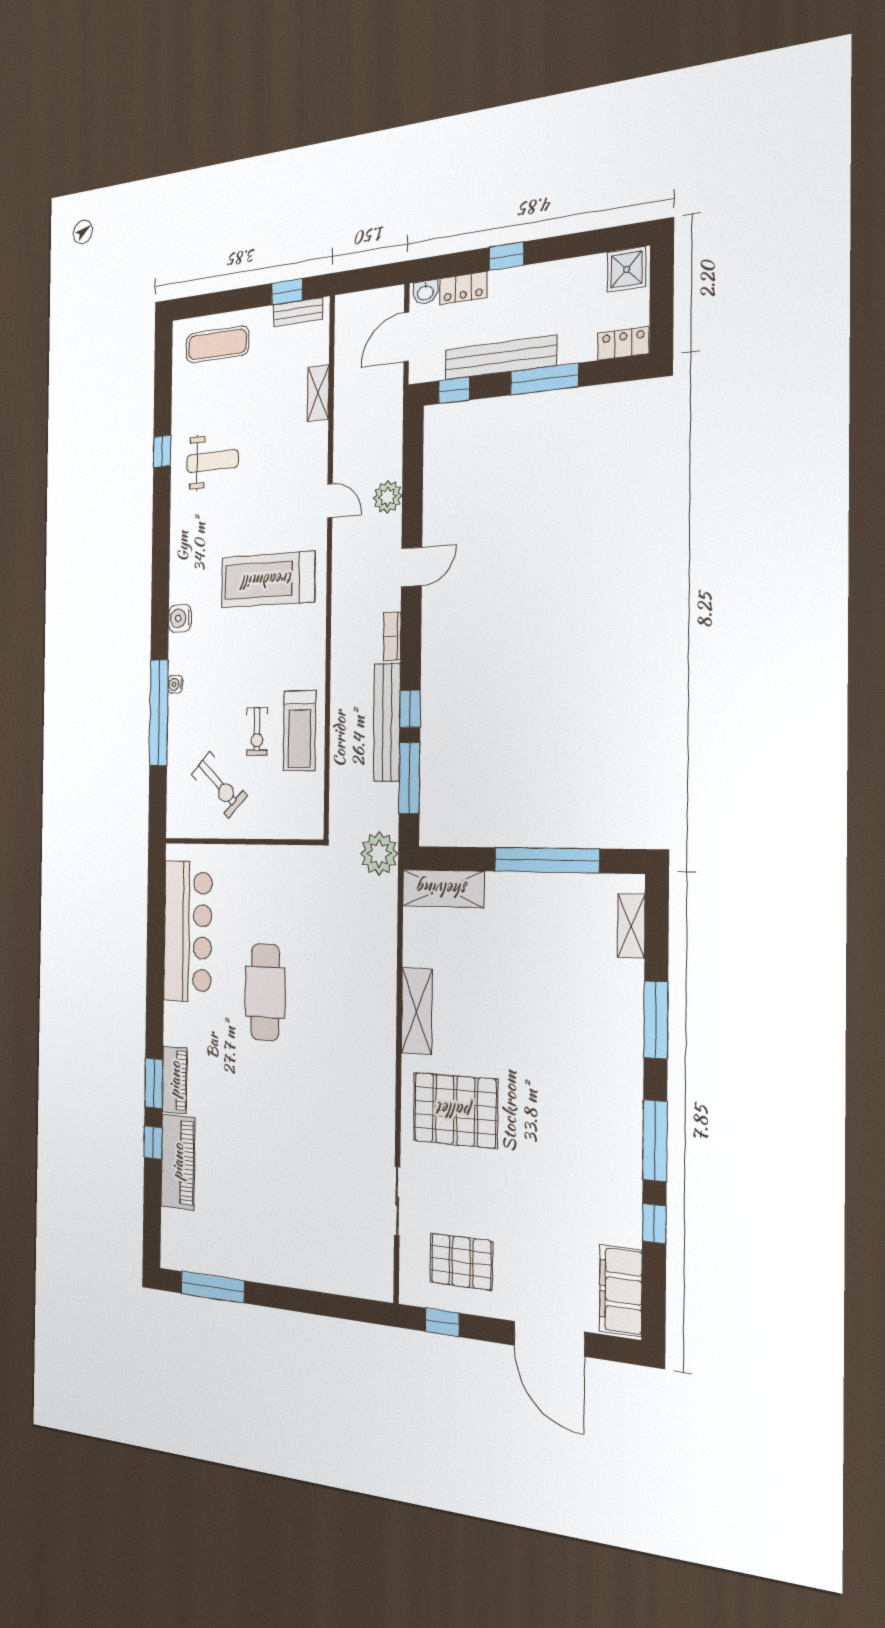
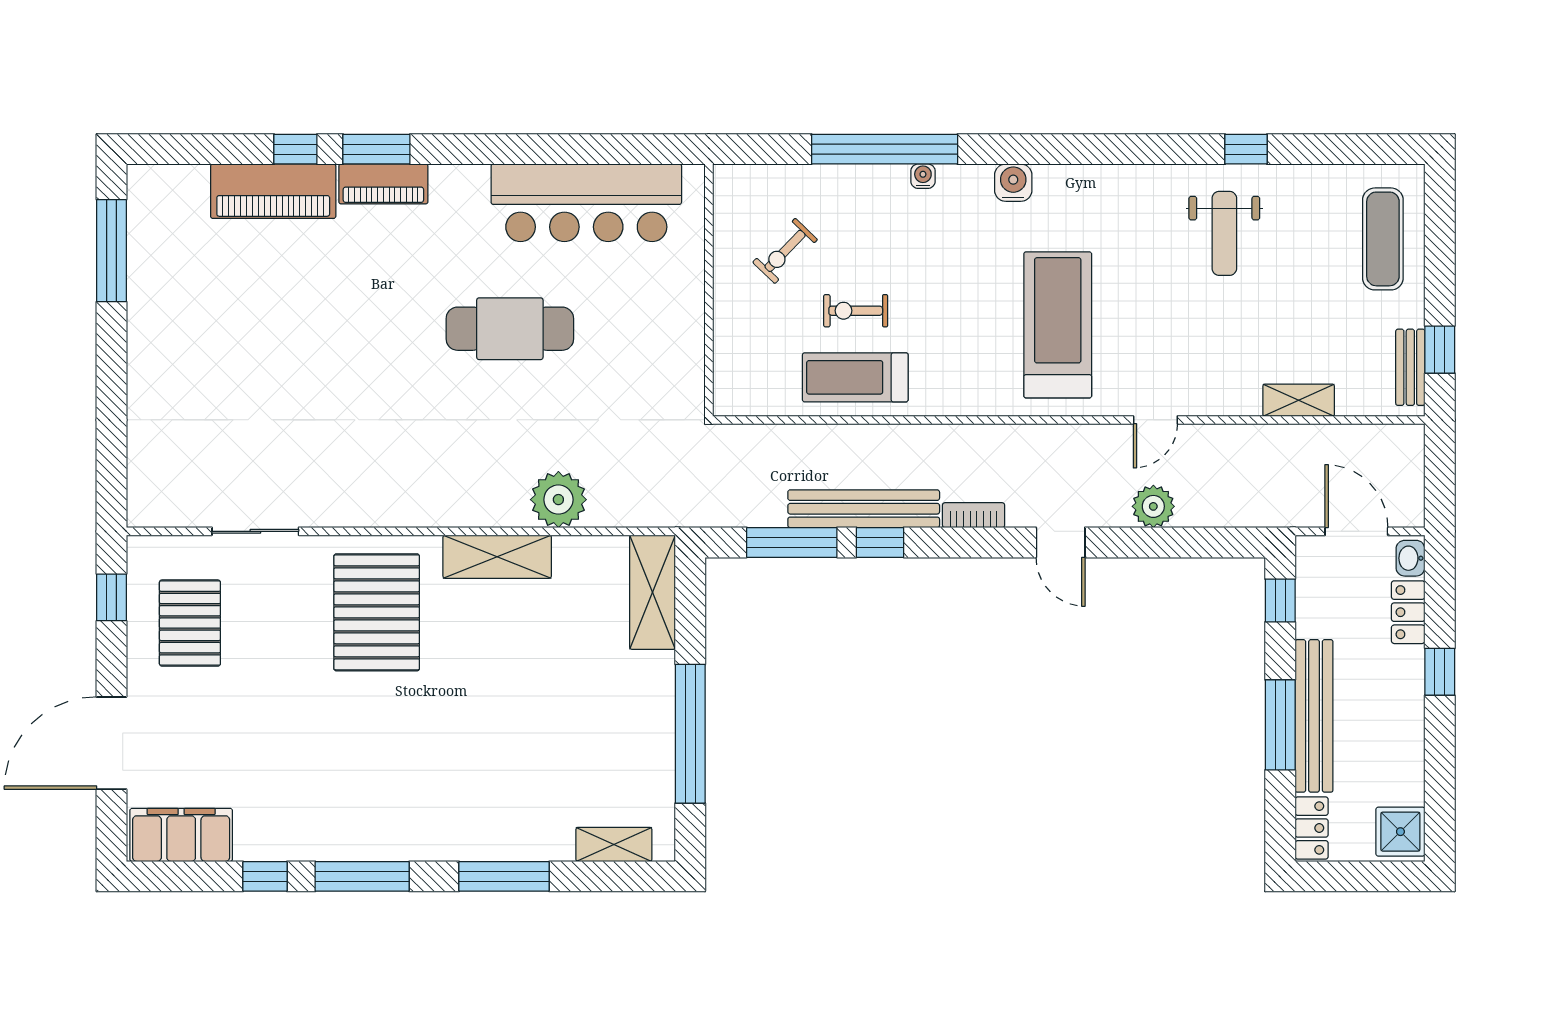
bench: (500, 358) -> (1314, 716), moved
exercise bike: (219, 785) -> (785, 251), width x0.73, depth x0.72
plant: (379, 854) -> (558, 500), moved

